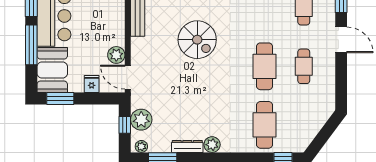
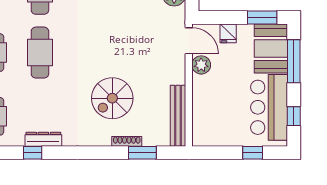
spiral stairs: (197, 40) -> (112, 98), moved, turned -90
window: (31, 45) -> (294, 61), moved

